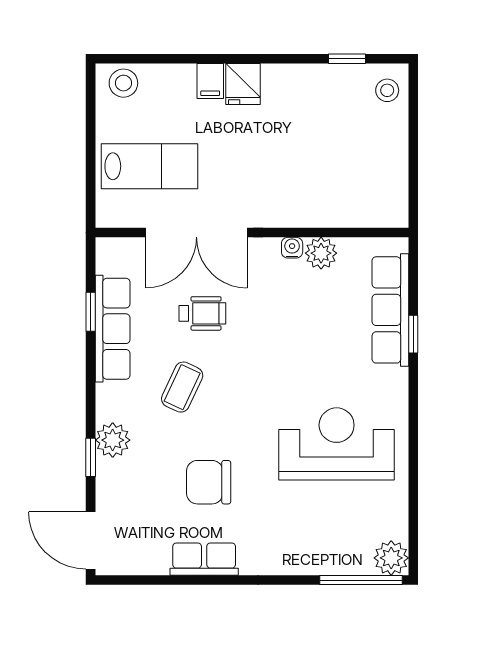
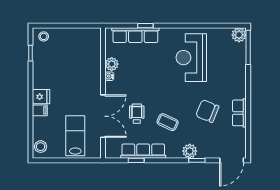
chair: (209, 482) -> (207, 111), turned 112

